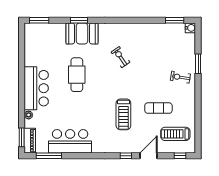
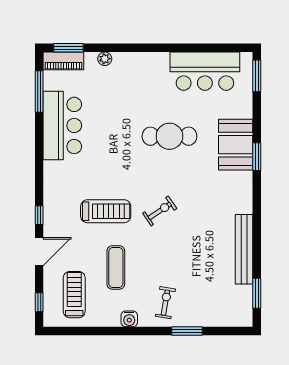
window: (79, 20) -> (257, 157), moved
bench: (147, 28) -> (244, 249), added
water cooler: (190, 28) -> (129, 319), moved
exercise bike: (121, 57) -> (160, 211), moved
bar counter: (36, 88) -> (205, 71), moved
treadmill: (123, 114) -> (106, 211), turned 180
door: (149, 156) -> (39, 252), hinge flipped

